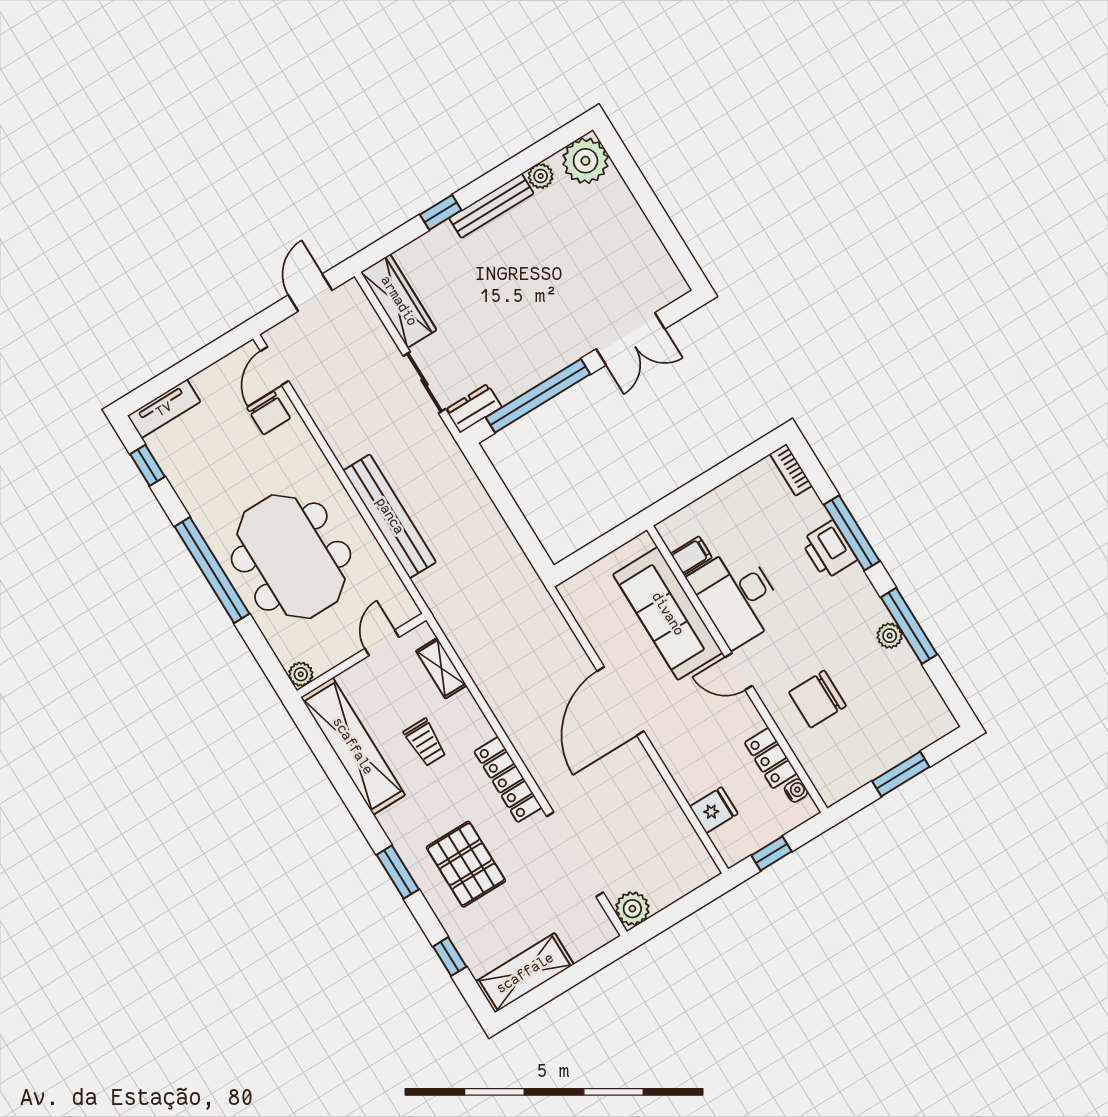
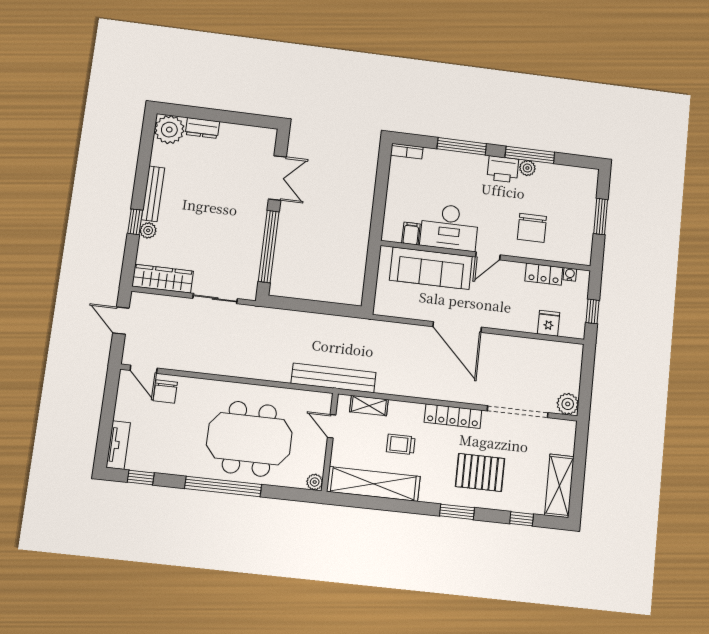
plant: (541, 176) -> (148, 230), moved
dresser: (474, 408) -> (202, 128), moved, turned -90
chair: (269, 413) -> (165, 391), turned 90
bench: (390, 516) -> (333, 378), moved
printer: (829, 550) -> (503, 169), moved
trolley: (425, 742) -> (401, 444), turned 180

